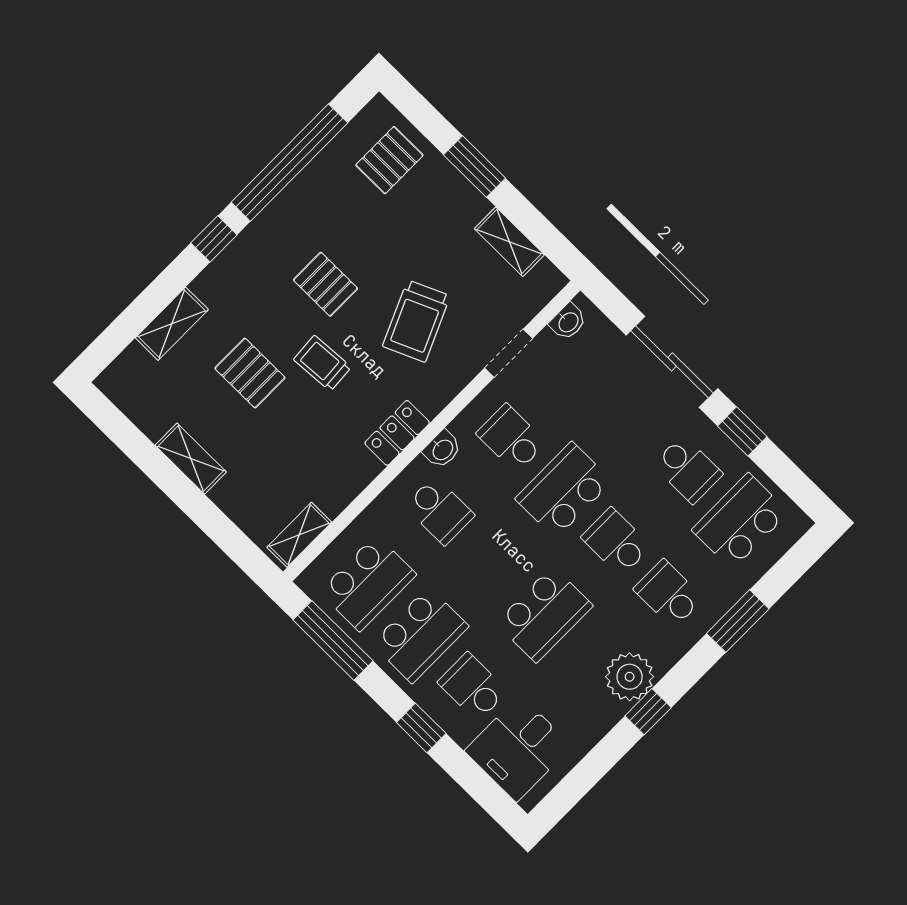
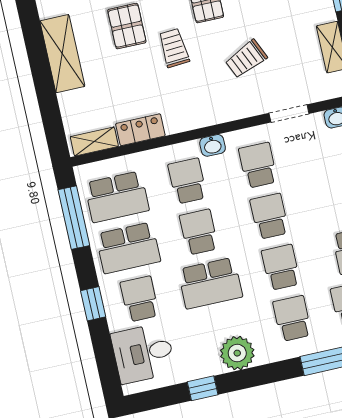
trolley: (416, 321) -> (246, 59), width x0.73, depth x0.72
locker: (397, 433) -> (140, 130), moved
shelving: (191, 459) -> (62, 54), width x1.50, depth x1.33
school desk: (564, 490) -> (269, 216), width x0.54
school desk: (440, 511) -> (187, 181), turned 180
school desk: (492, 563) -> (199, 232), added
window: (648, 712) -> (203, 388), moved

